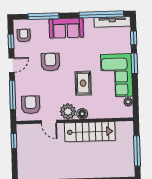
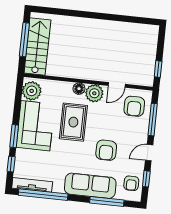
sofa: (66, 28) -> (90, 186), width x1.36
rug: (83, 83) -> (73, 122), width x1.36, depth x1.43
plant: (128, 102) -> (32, 91), width x1.88, depth x1.88
door: (49, 122) -> (117, 85), swing flipped
stairs: (90, 132) -> (37, 47), moved, turned 90

